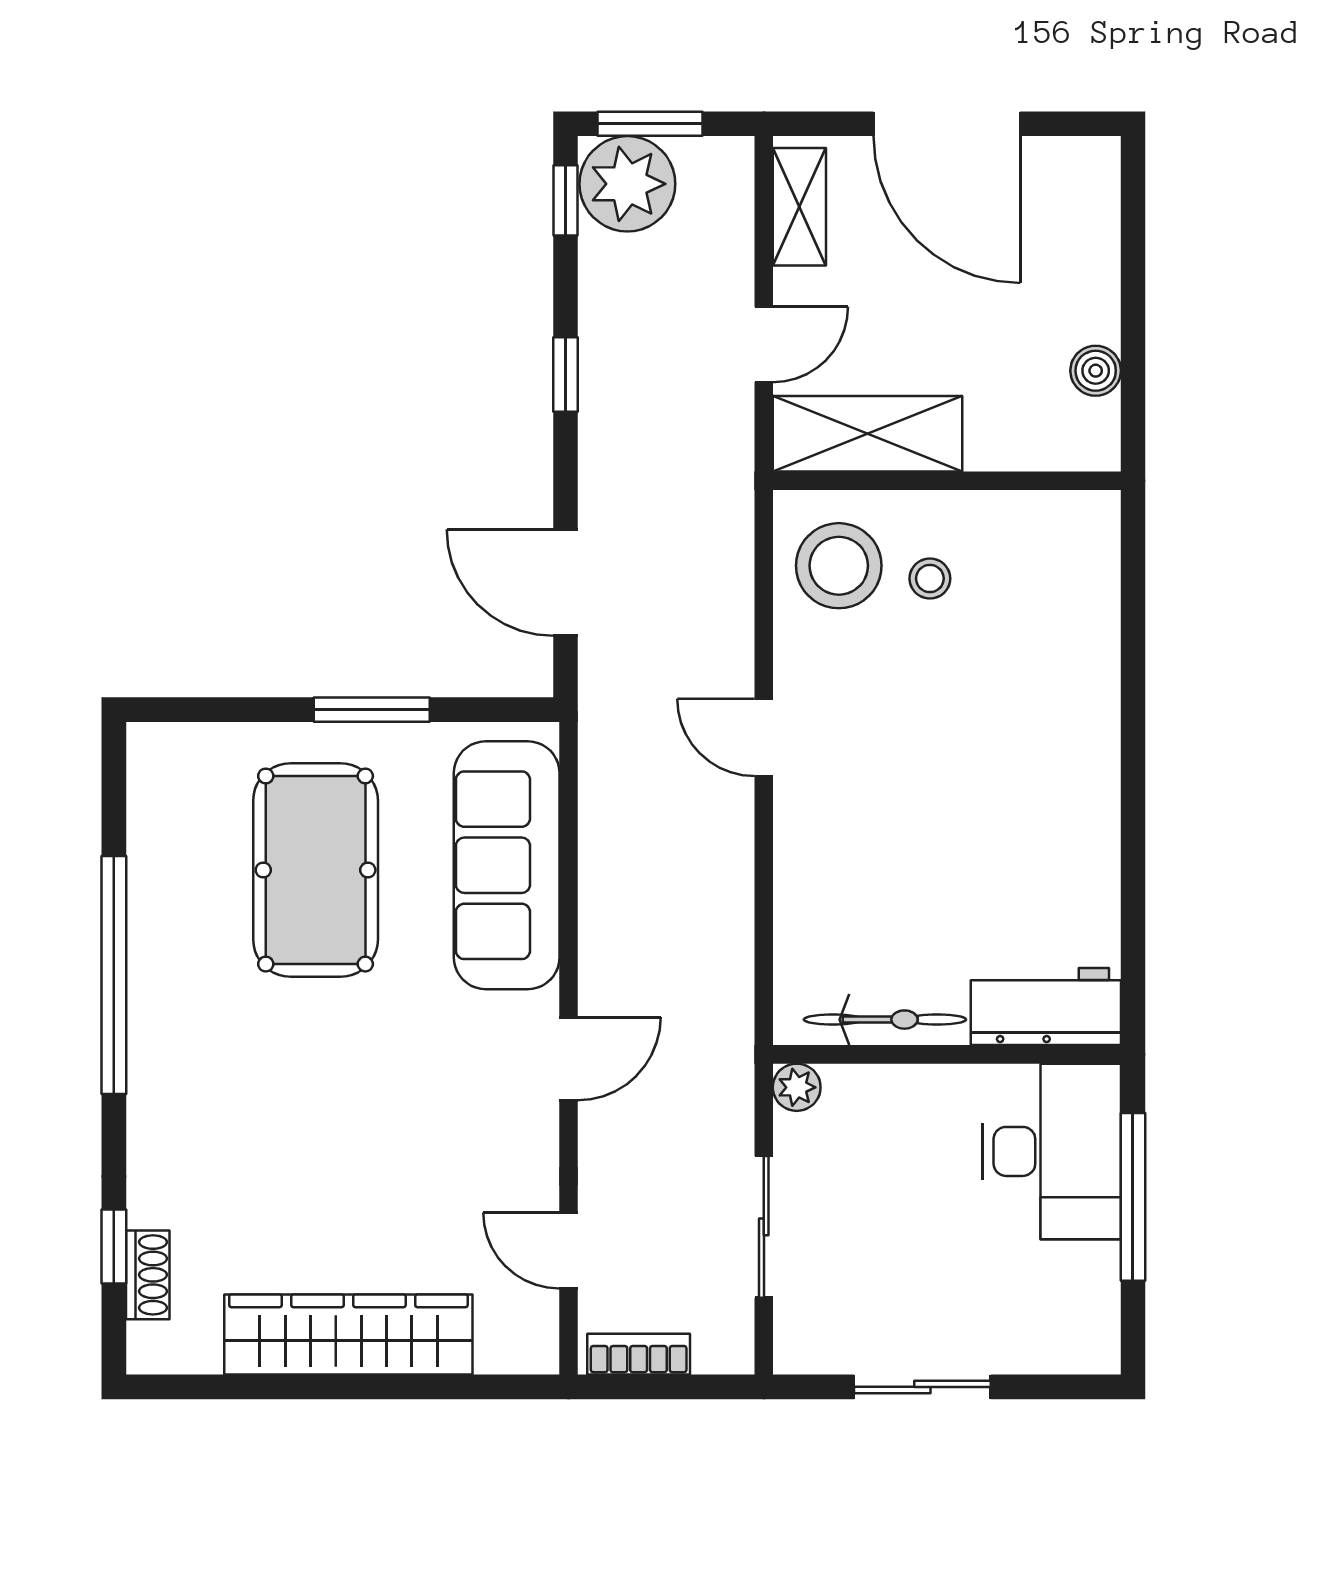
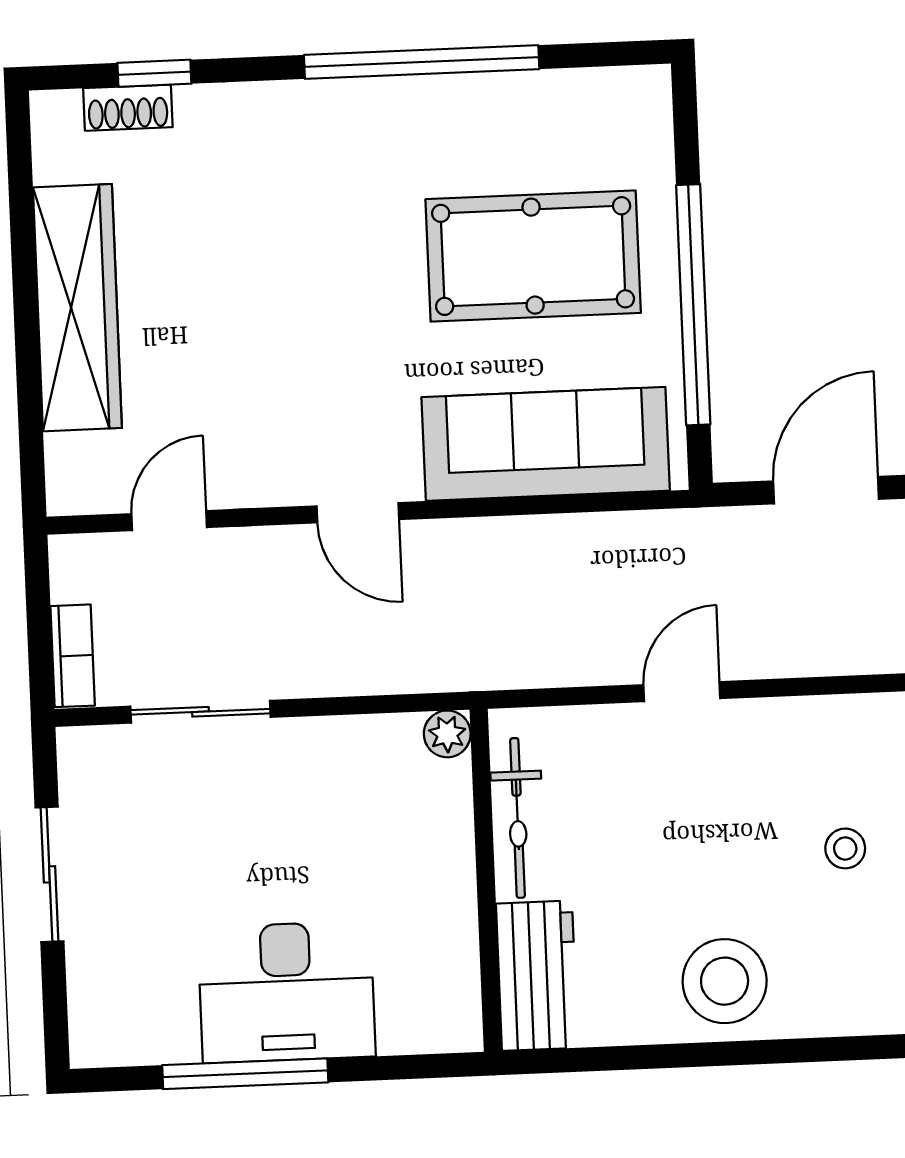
stool: (839, 566) -> (725, 981), moved
window: (372, 710) -> (693, 305), width x2.11
workbench: (1046, 1007) -> (537, 976), moved
bicycle: (885, 1020) -> (518, 818), moved
wall: (947, 1054) -> (486, 880), moved
plant: (797, 1087) -> (447, 734), moved
bookcase: (639, 1354) -> (73, 656), moved

